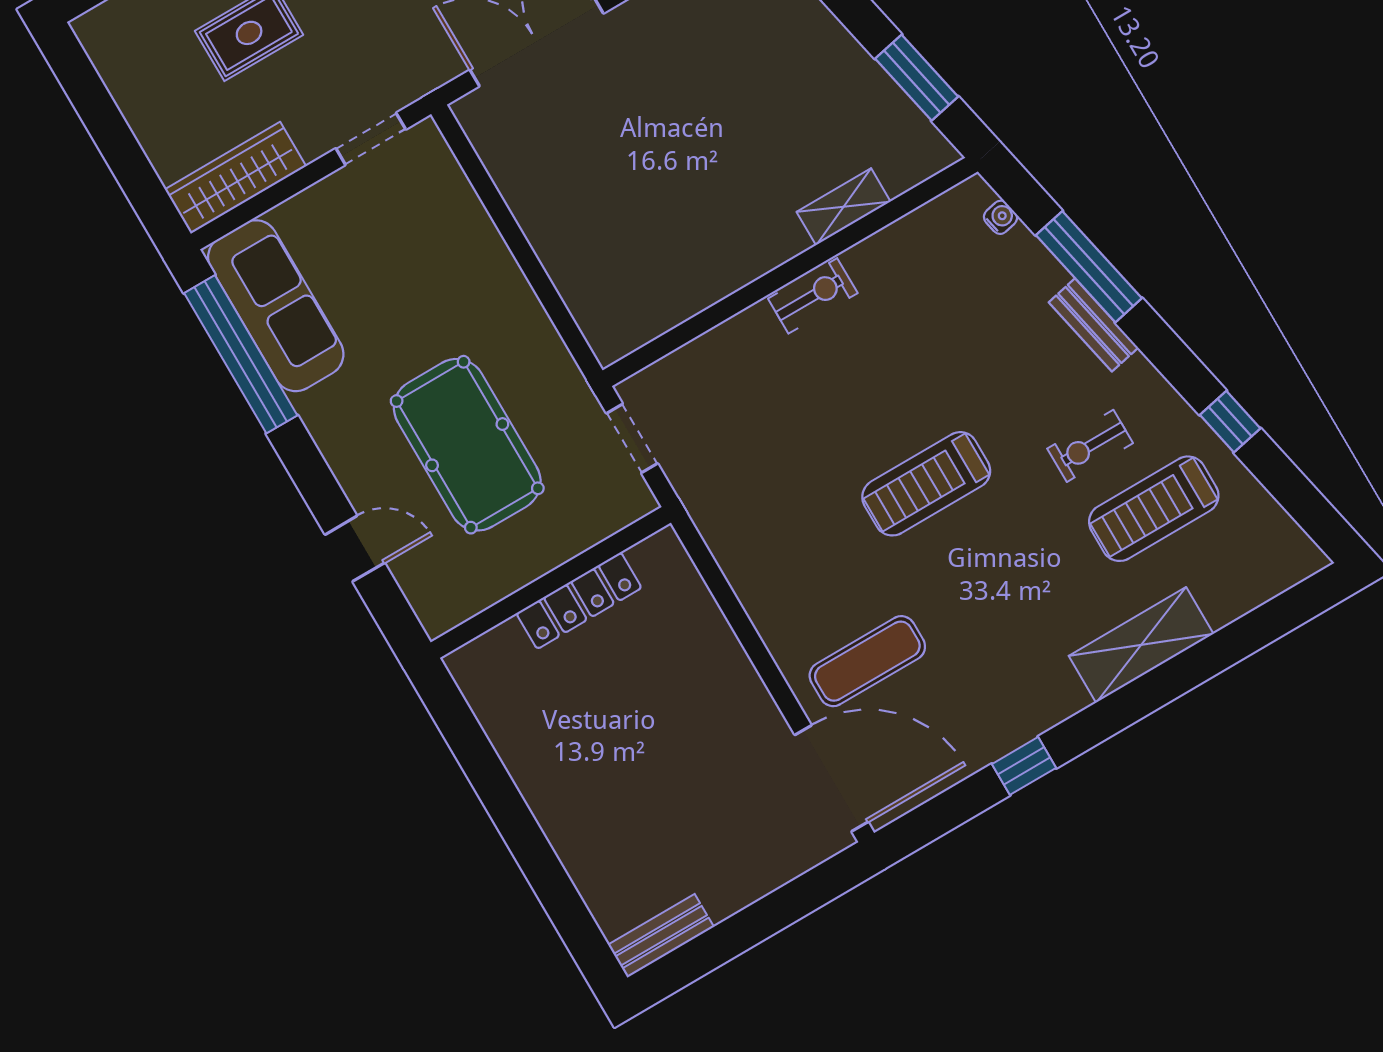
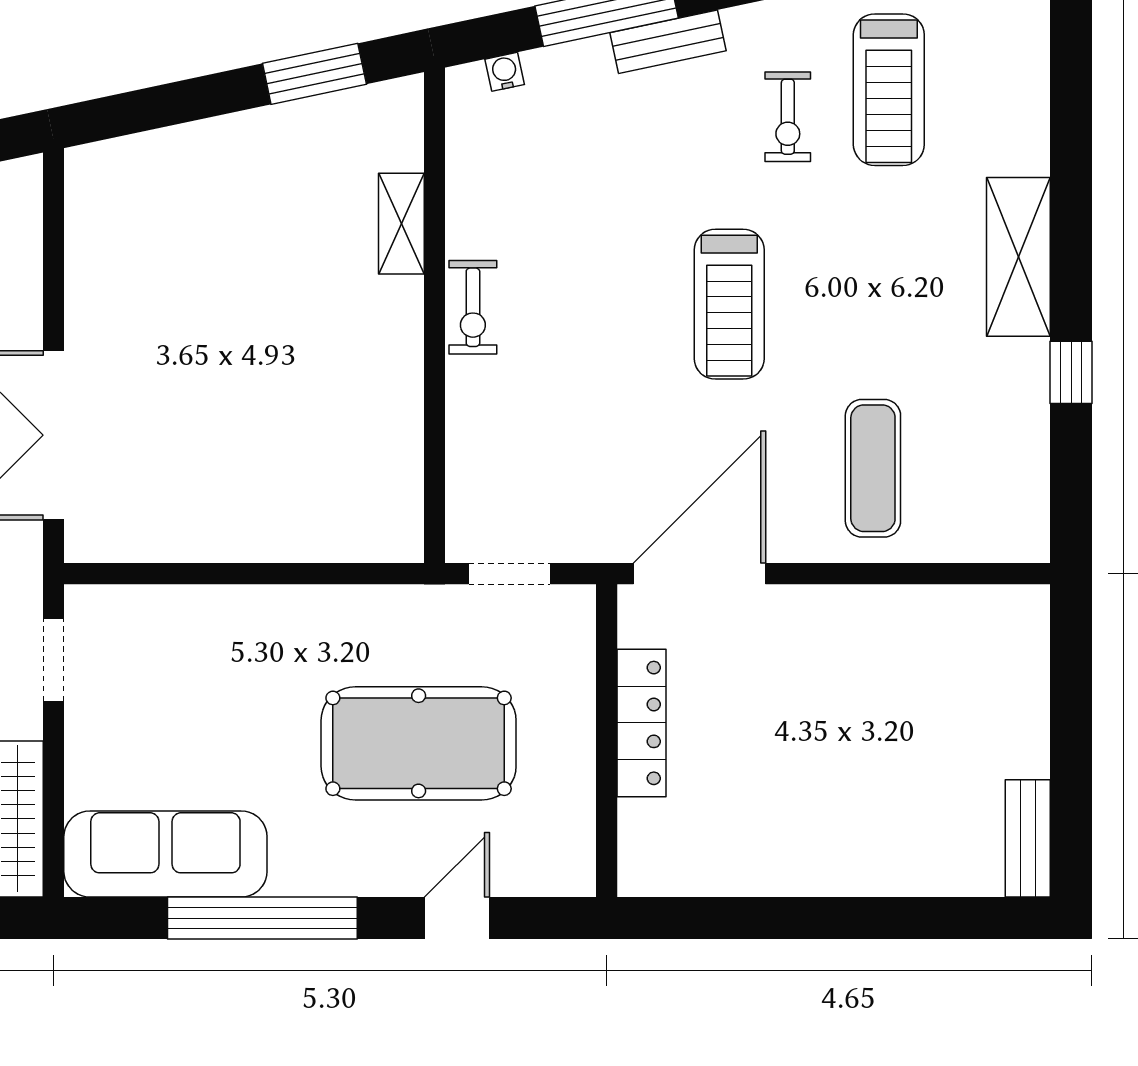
exercise bike: (813, 296) -> (473, 307), turned 180
window: (241, 354) -> (262, 918), moved
shelving: (1141, 645) -> (1018, 257), moved
door: (831, 778) -> (699, 574), moved

